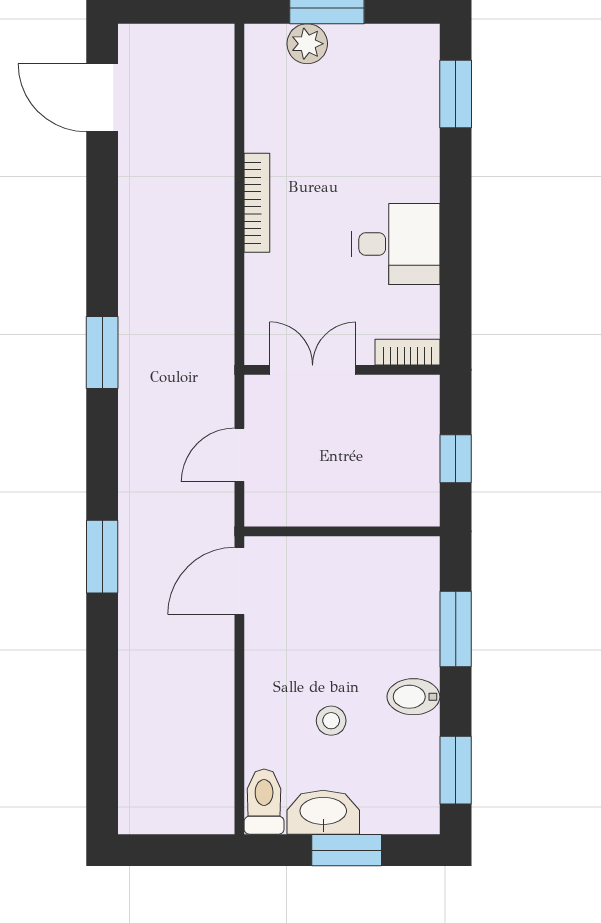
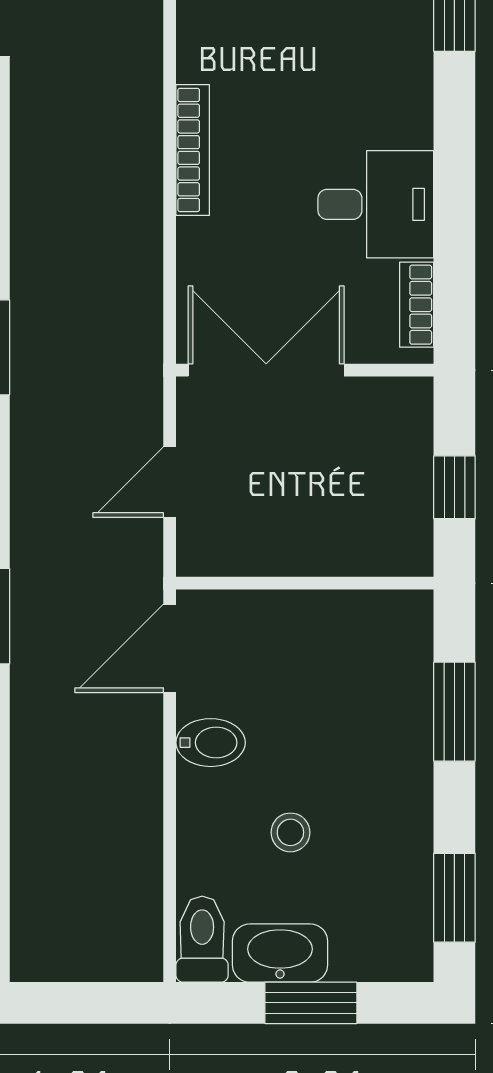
bookcase: (408, 352) -> (417, 305), moved, turned -90
double door: (313, 370) -> (266, 370), width x1.37
bidet: (413, 697) -> (211, 743), moved, turned 180

